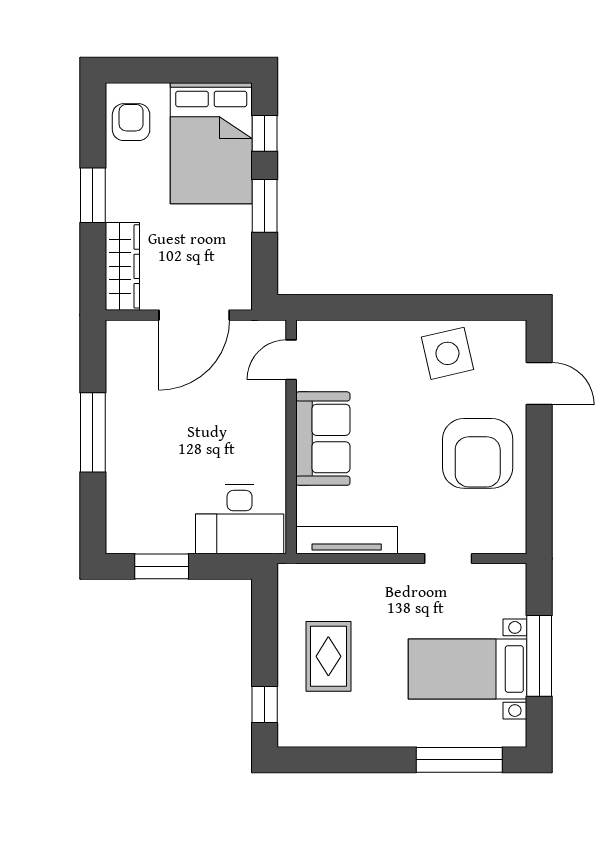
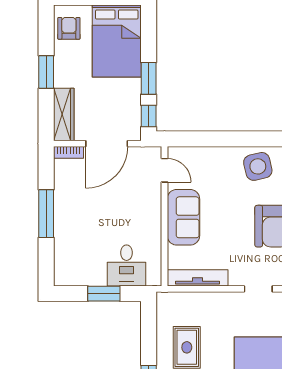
window: (265, 133) -> (149, 116), moved
bookcase: (130, 330) -> (68, 152), added
door: (291, 360) -> (164, 170), swing flipped
desk: (240, 519) -> (127, 265), width x0.73
window: (162, 566) -> (104, 294), moved

